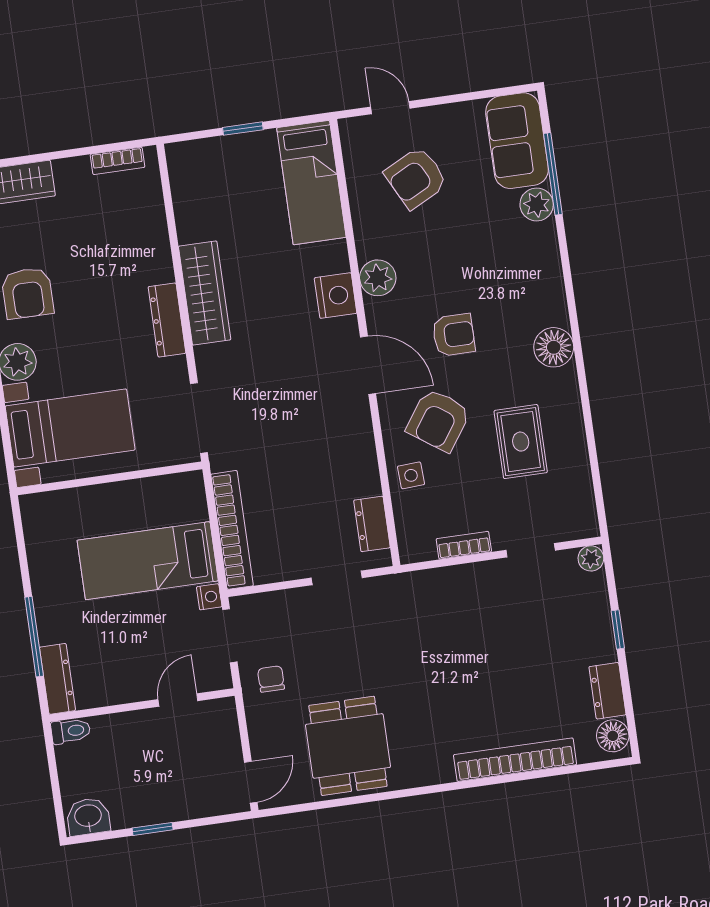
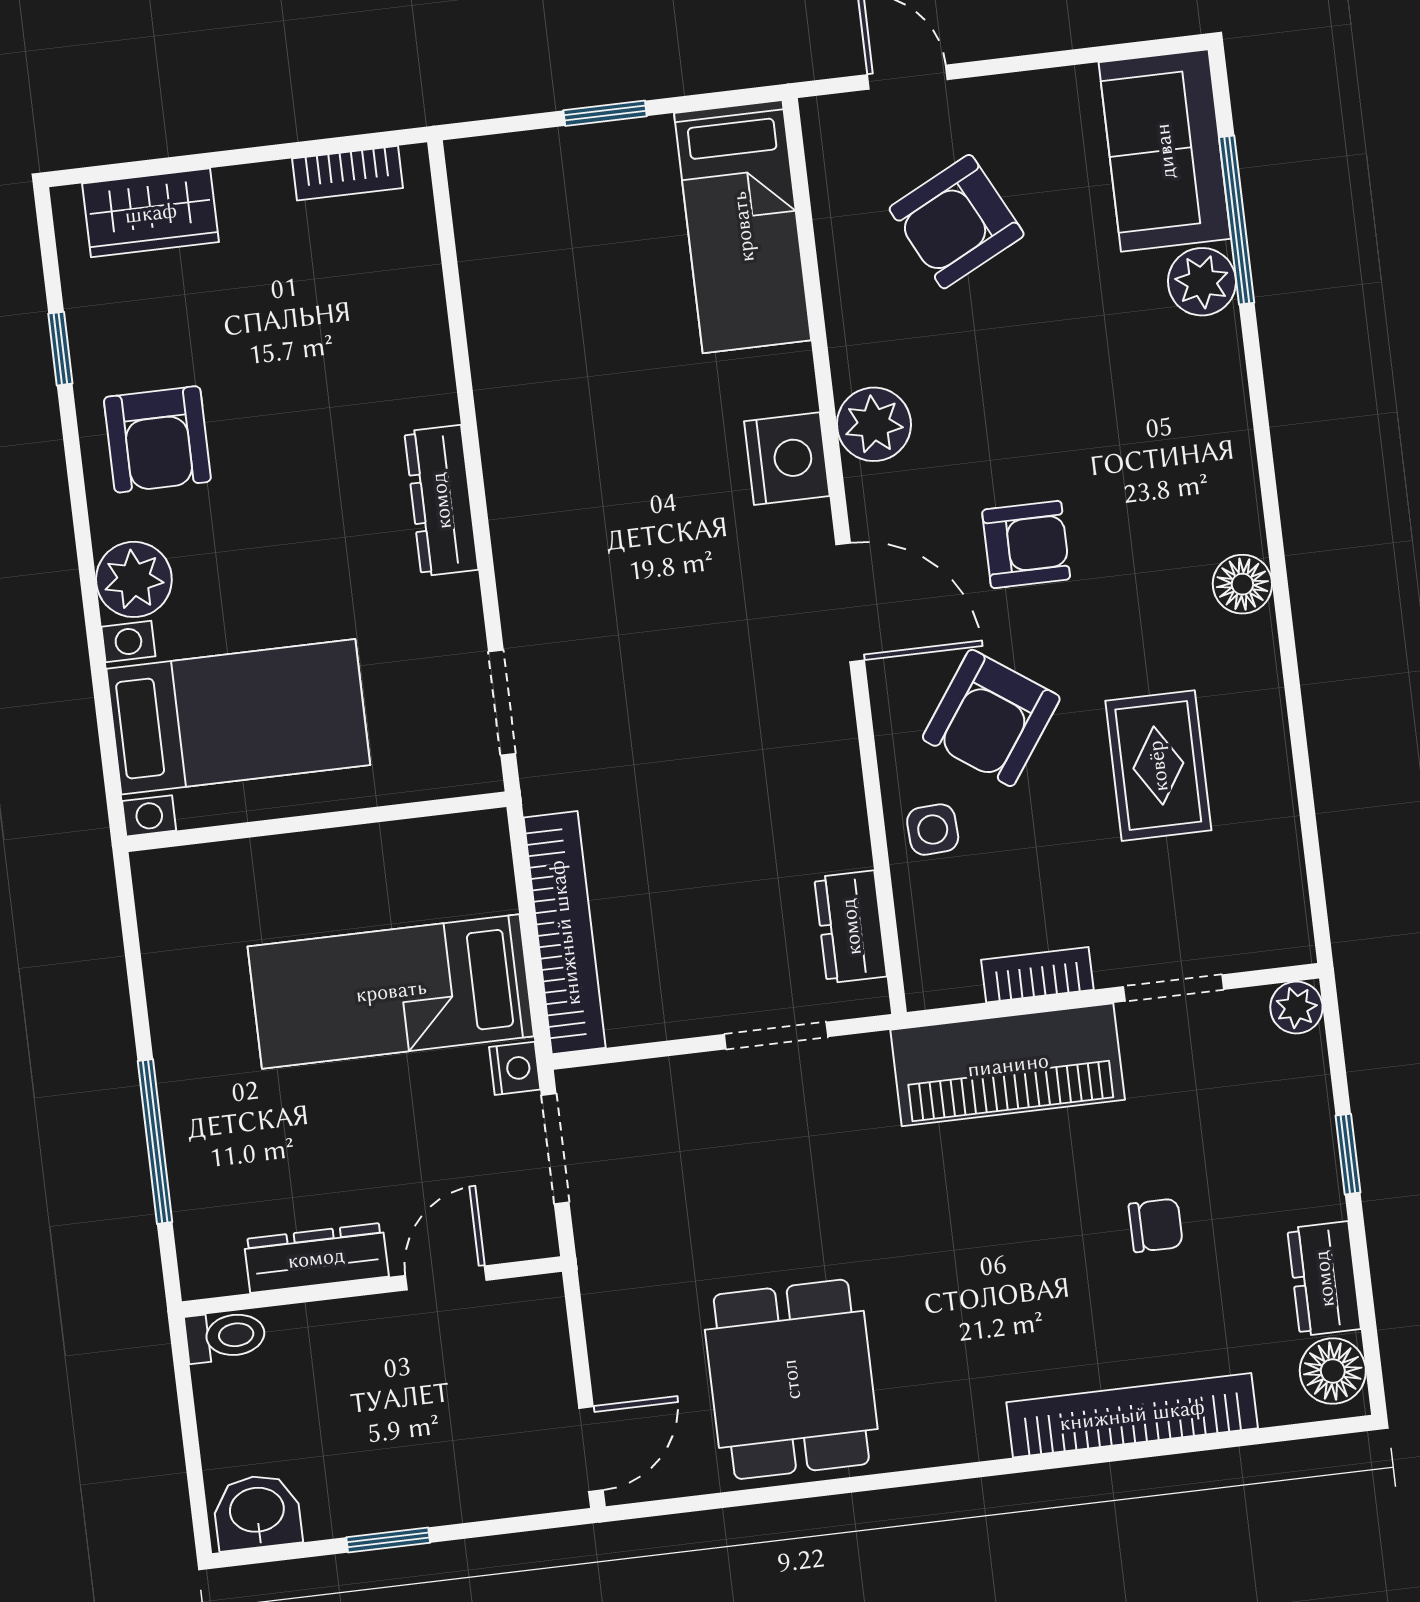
wardrobe: (205, 293) -> (519, 447), removed
floor lamp: (554, 347) -> (1242, 584), width x0.73, depth x0.73
doorway: (199, 418) -> (502, 702), width x0.73
piano: (450, 590) -> (1008, 1065), added
dresser: (57, 679) -> (316, 1258), moved, turned -90
chair: (271, 679) -> (1156, 1225), moved, turned 90

